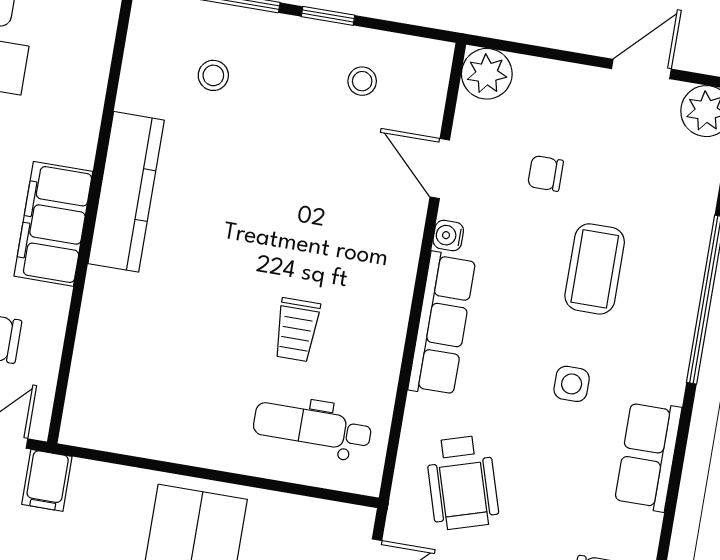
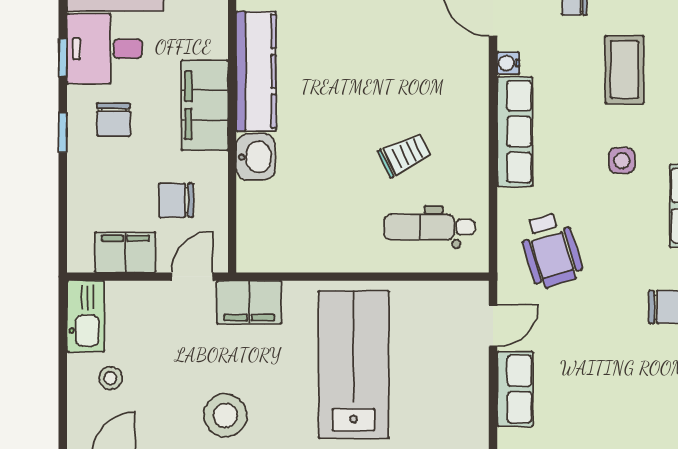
washbasin: (107, 301) -> (256, 157), added
trolley: (297, 330) -> (404, 155), turned -116
filing cabinet: (47, 480) -> (249, 302), width x2.00

